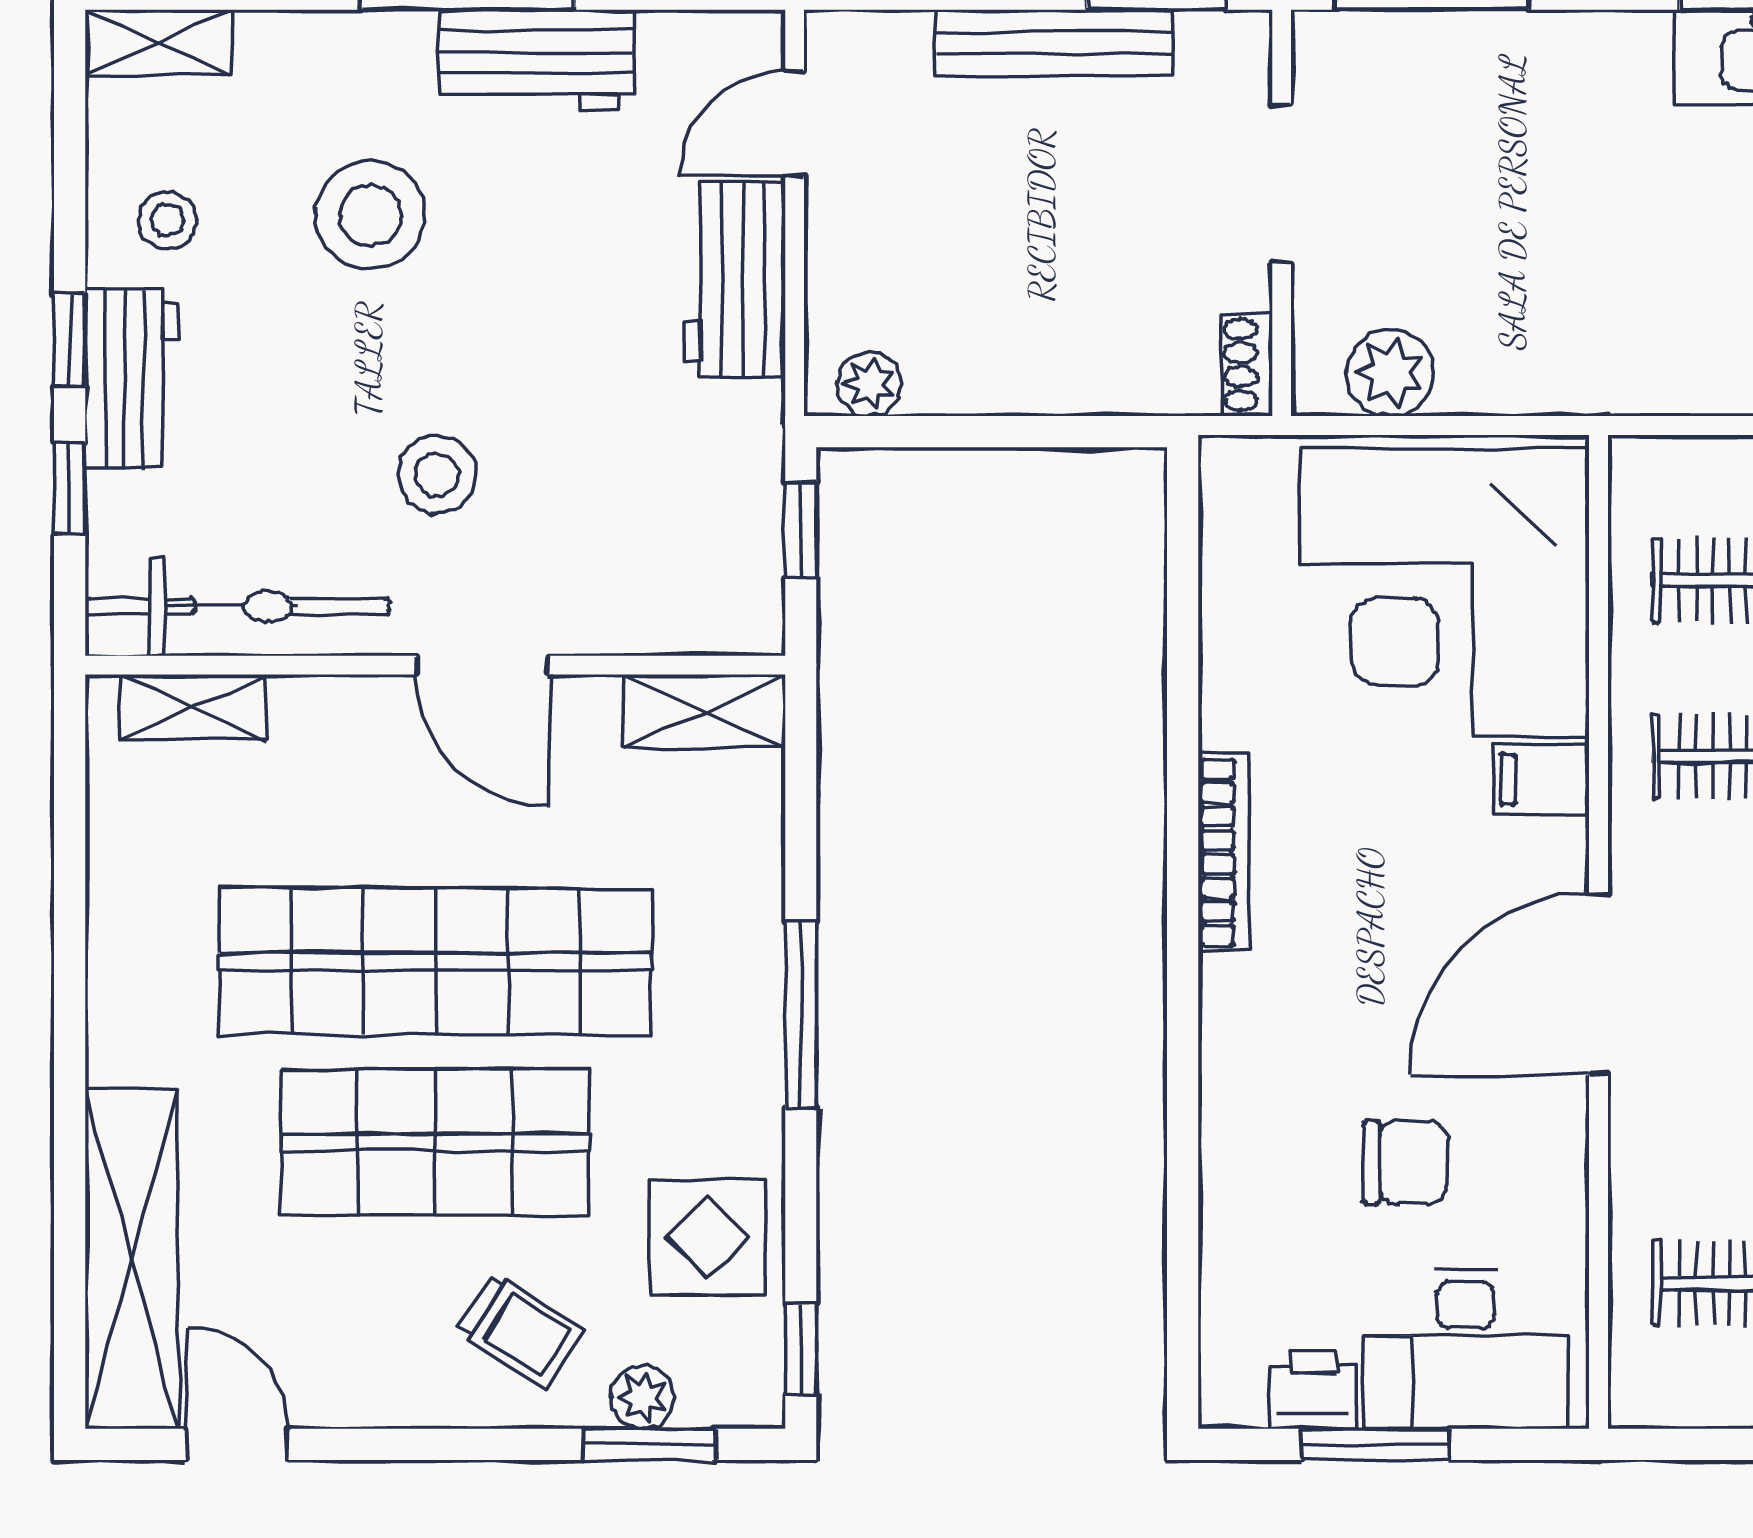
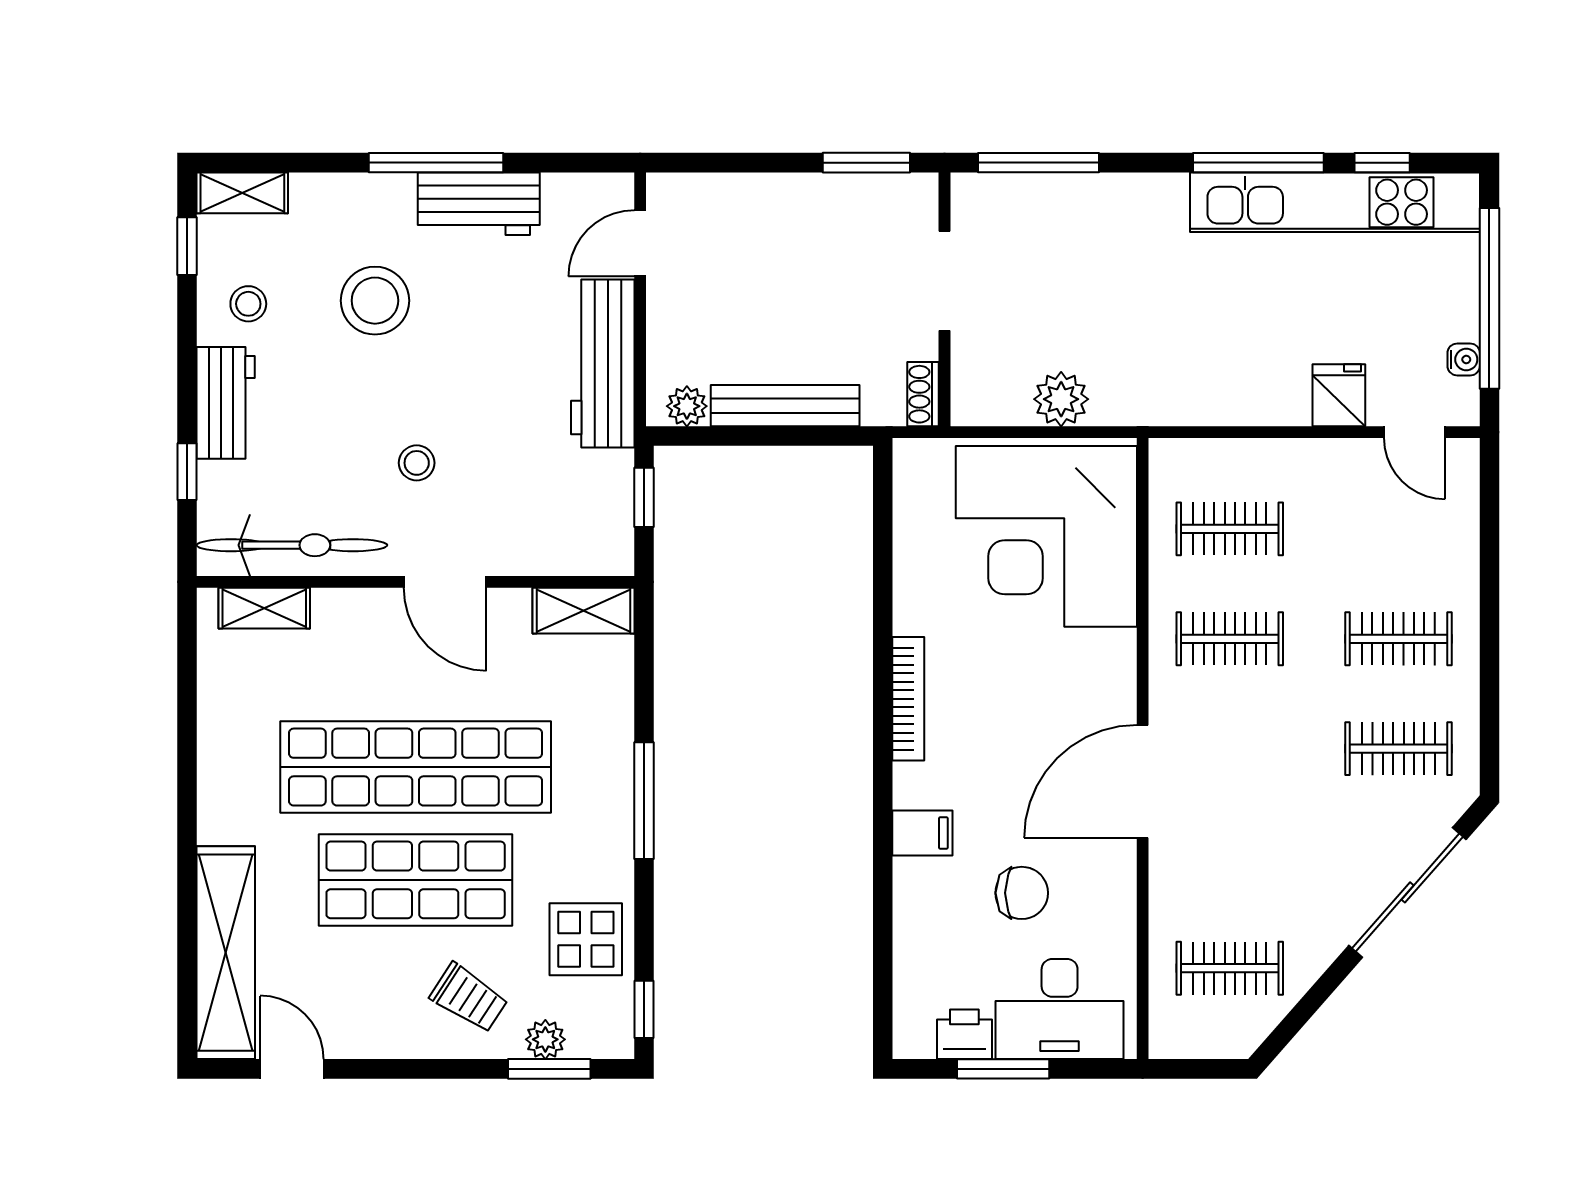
bench: (1054, 43) -> (785, 406), moved
workbench: (735, 279) -> (603, 364), width x1.38
window: (70, 340) -> (187, 246), moved
plant: (1390, 373) -> (1061, 399), moved
stool: (437, 475) -> (417, 463), width x0.73, depth x0.73
filing cabinet: (1541, 779) -> (922, 833), moved, turned 180

